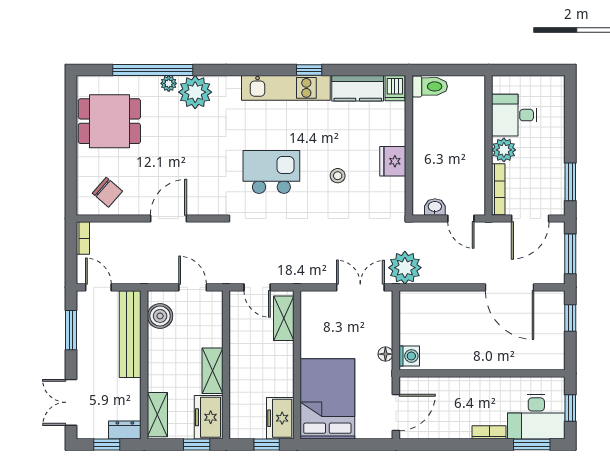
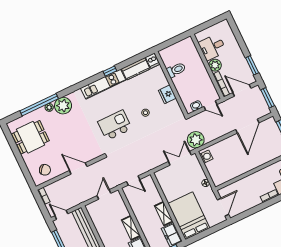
toilet: (430, 86) -> (176, 70), moved
door: (168, 219) -> (78, 169), hinge flipped
door: (530, 219) -> (242, 90), swing flipped
door: (193, 287) -> (104, 194), hinge flipped
door: (510, 287) -> (247, 126), hinge flipped
boiler: (160, 316) -> (95, 214), removed
shelving: (284, 318) -> (164, 214), moved
washing machine: (409, 356) -> (206, 157), moved

